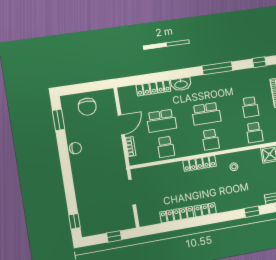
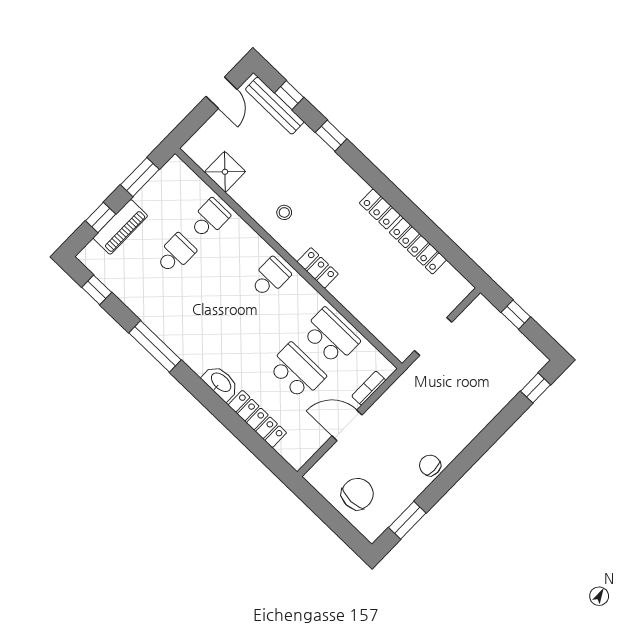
school desk: (206, 114) -> (236, 313), removed
school desk: (166, 147) -> (331, 336), width x1.85
locker: (200, 163) -> (318, 268), width x0.66

